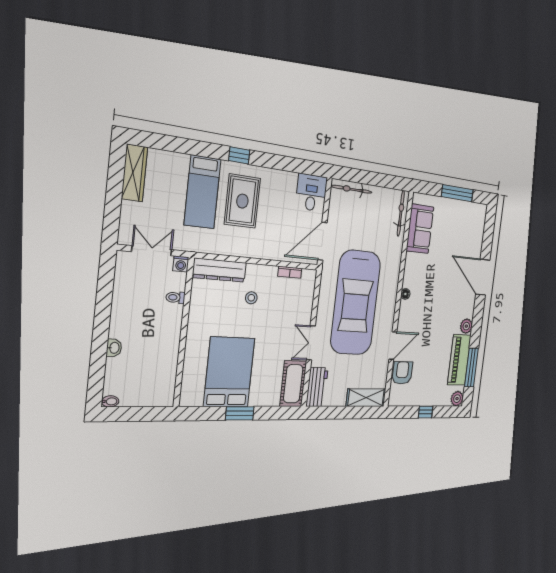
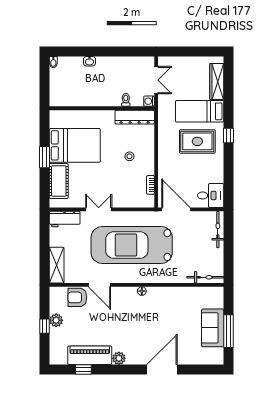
wardrobe: (134, 173) -> (217, 81), moved, turned 90
sofa: (420, 229) -> (213, 328), moved, turned 90
dresser: (219, 270) -> (135, 117), moved, turned -90
window: (471, 368) -> (83, 370), width x0.46
armchair: (402, 373) -> (77, 297), turned 180
cot: (293, 384) -> (59, 181), moved, turned 90
plant: (457, 399) -> (56, 320), moved

